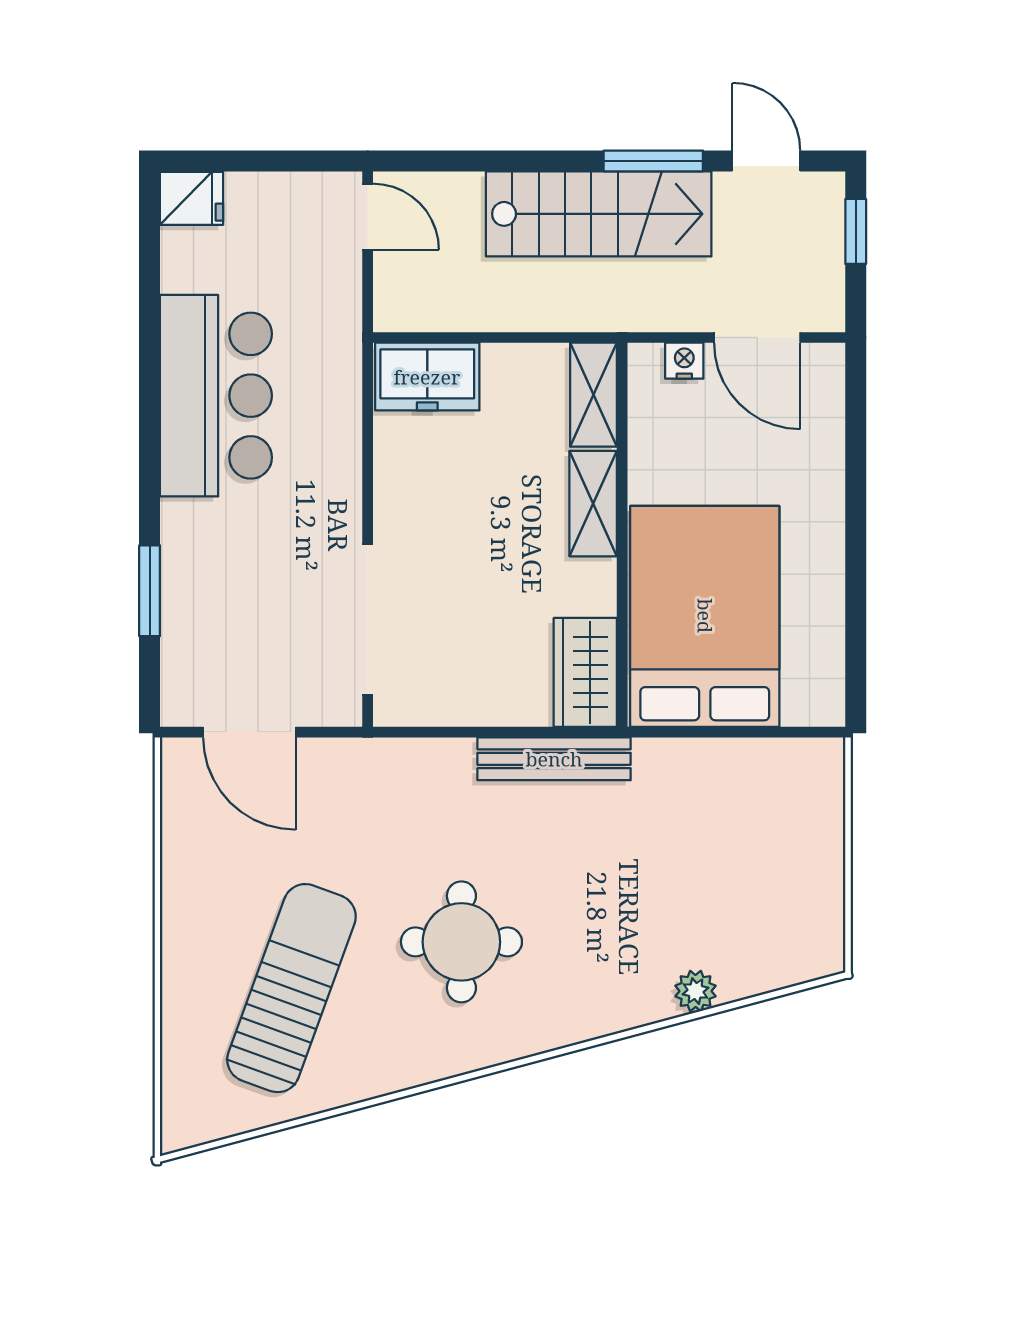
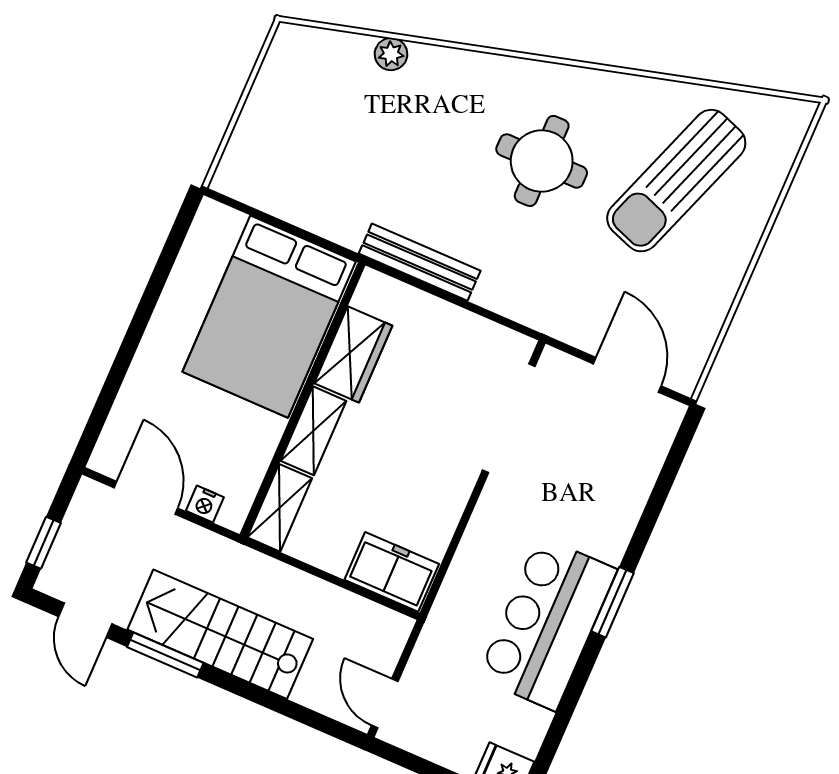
window: (150, 591) -> (612, 602), moved
wardrobe: (585, 672) -> (353, 354), moved

